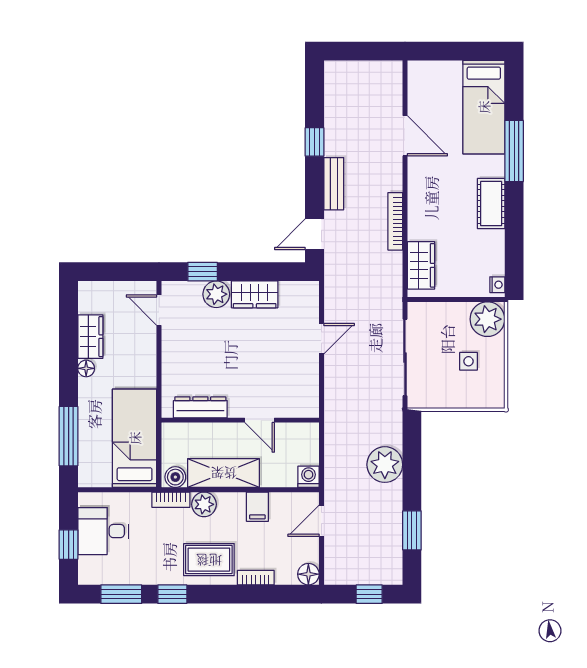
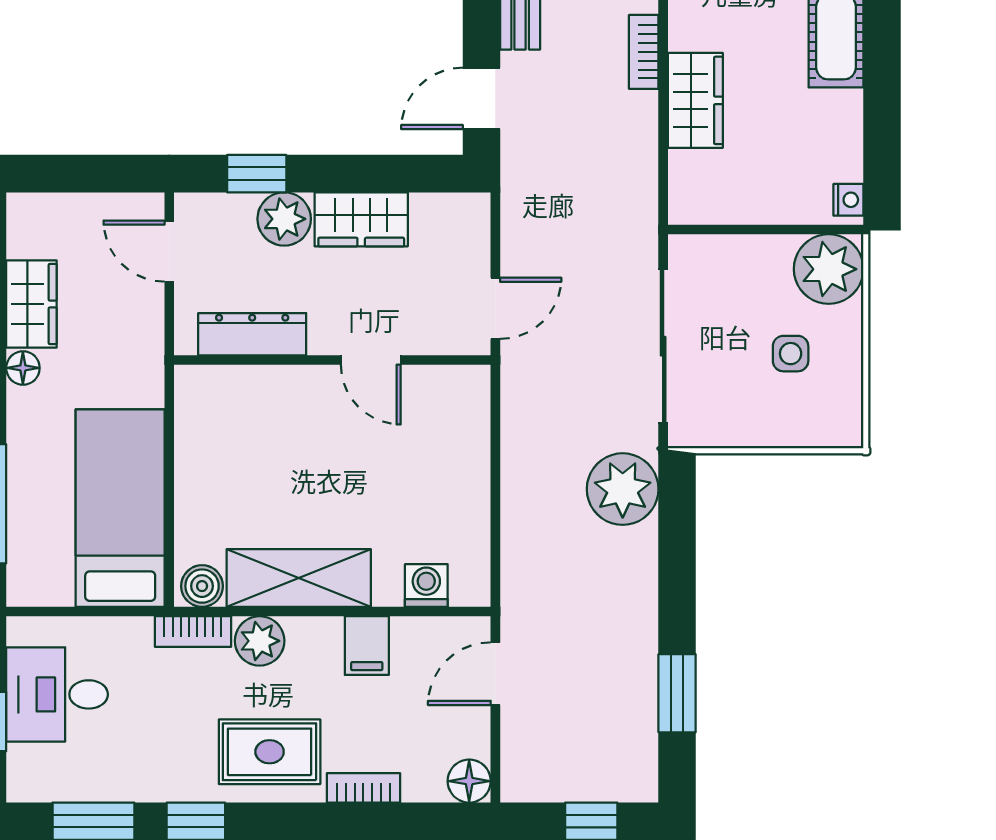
bookcase: (395, 221) -> (644, 52), width x0.64
wardrobe: (421, 265) -> (695, 100), moved
dresser: (200, 407) -> (252, 334), moved
wall: (240, 420) -> (332, 360), moved
door: (259, 420) -> (371, 360), moved
plant: (385, 465) -> (623, 489), moved
washing machine: (308, 477) -> (426, 586), moved

